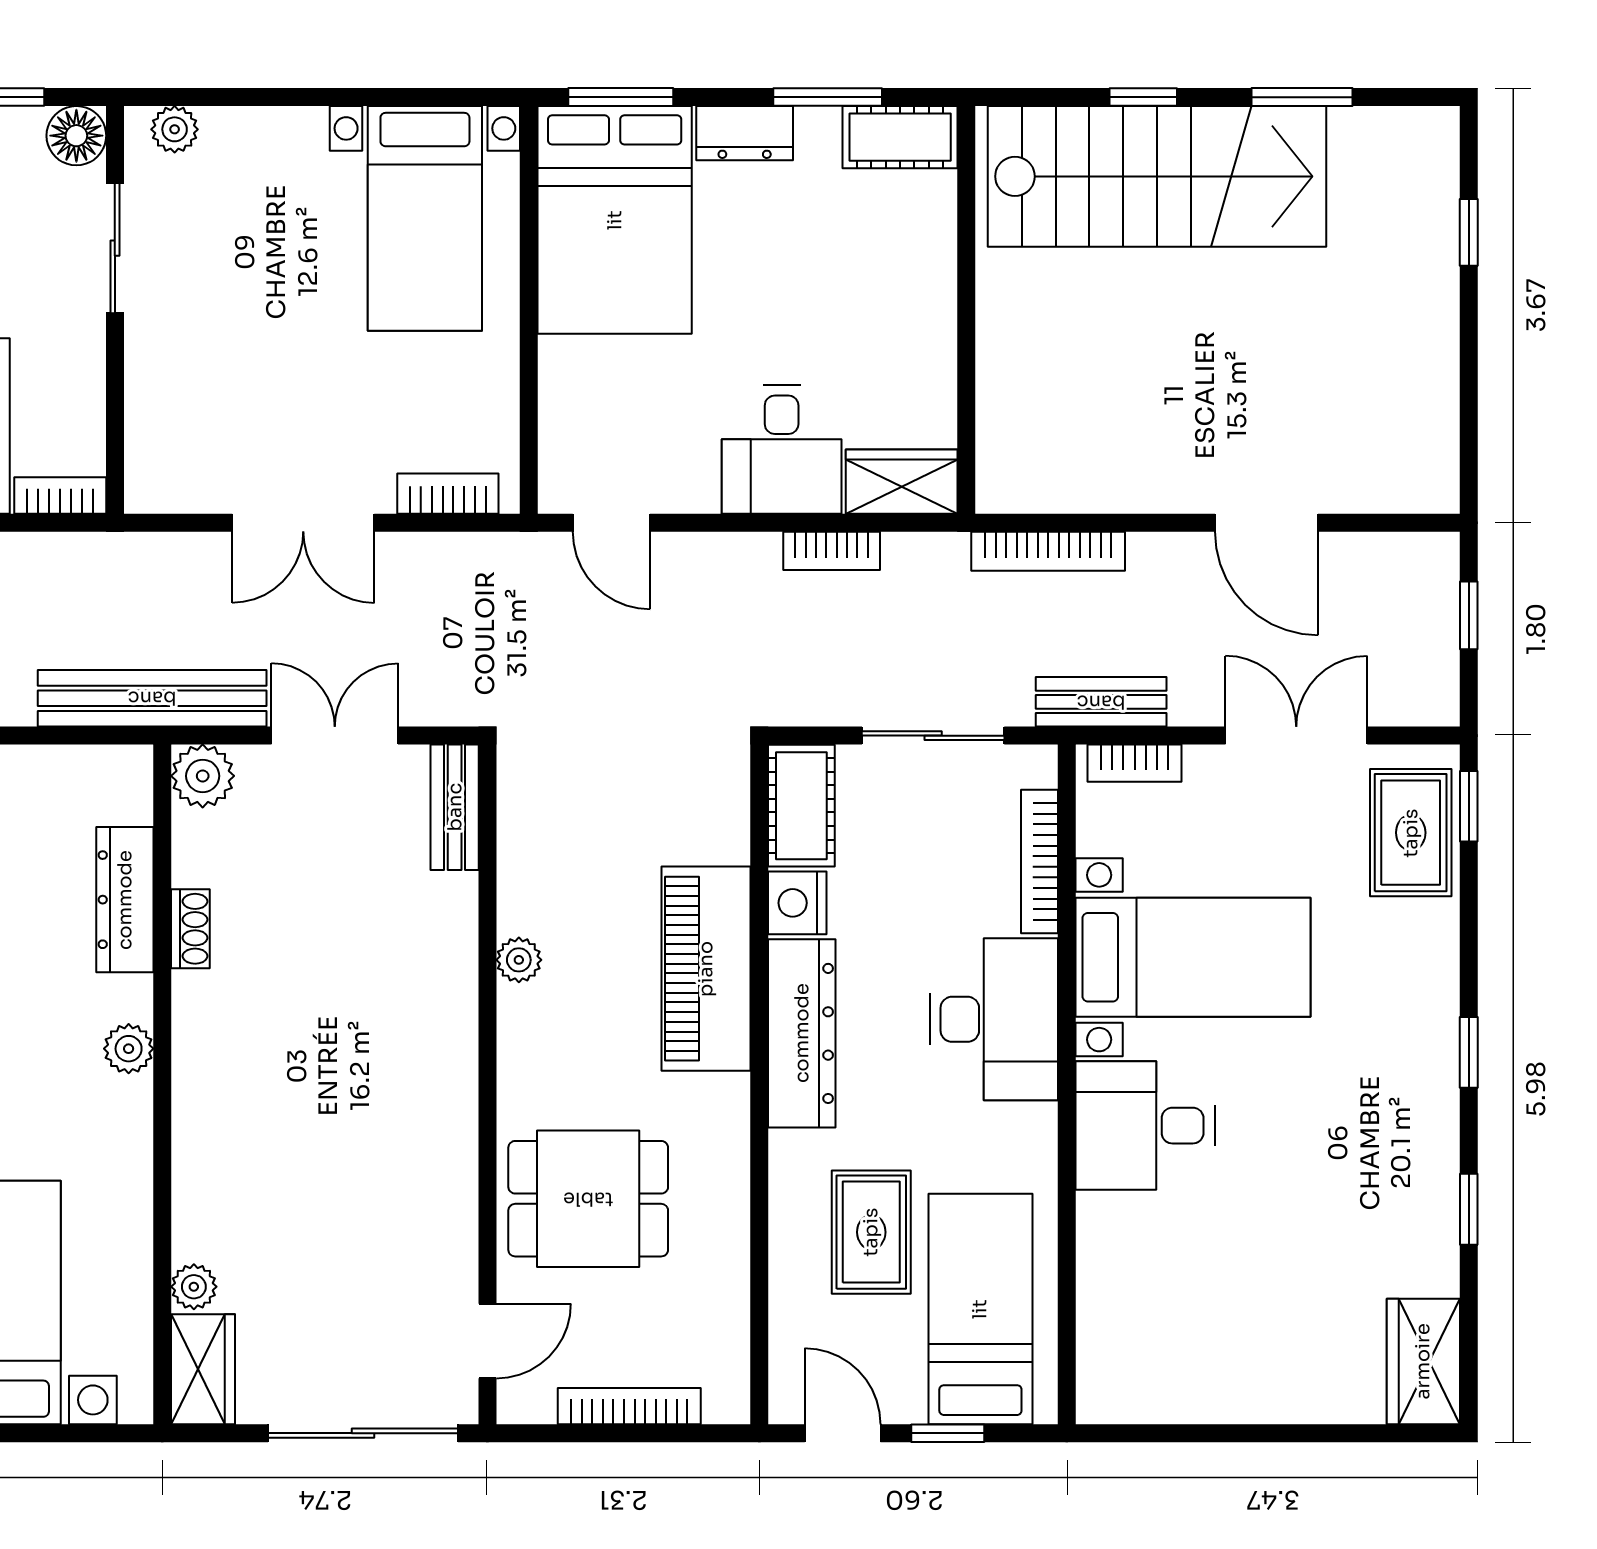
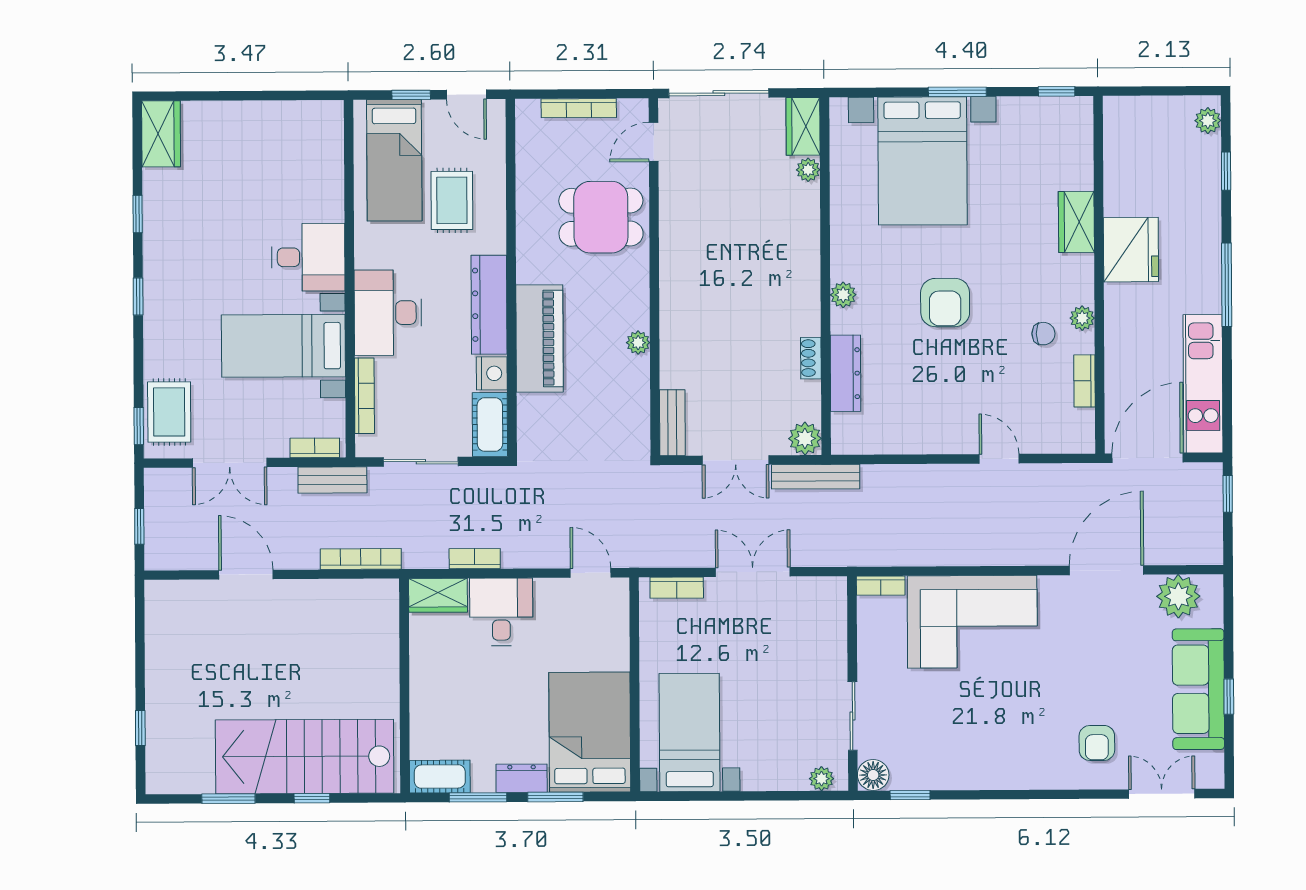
window: (621, 97) -> (555, 797), moved
bench: (152, 698) -> (816, 477), width x0.73, depth x0.82

